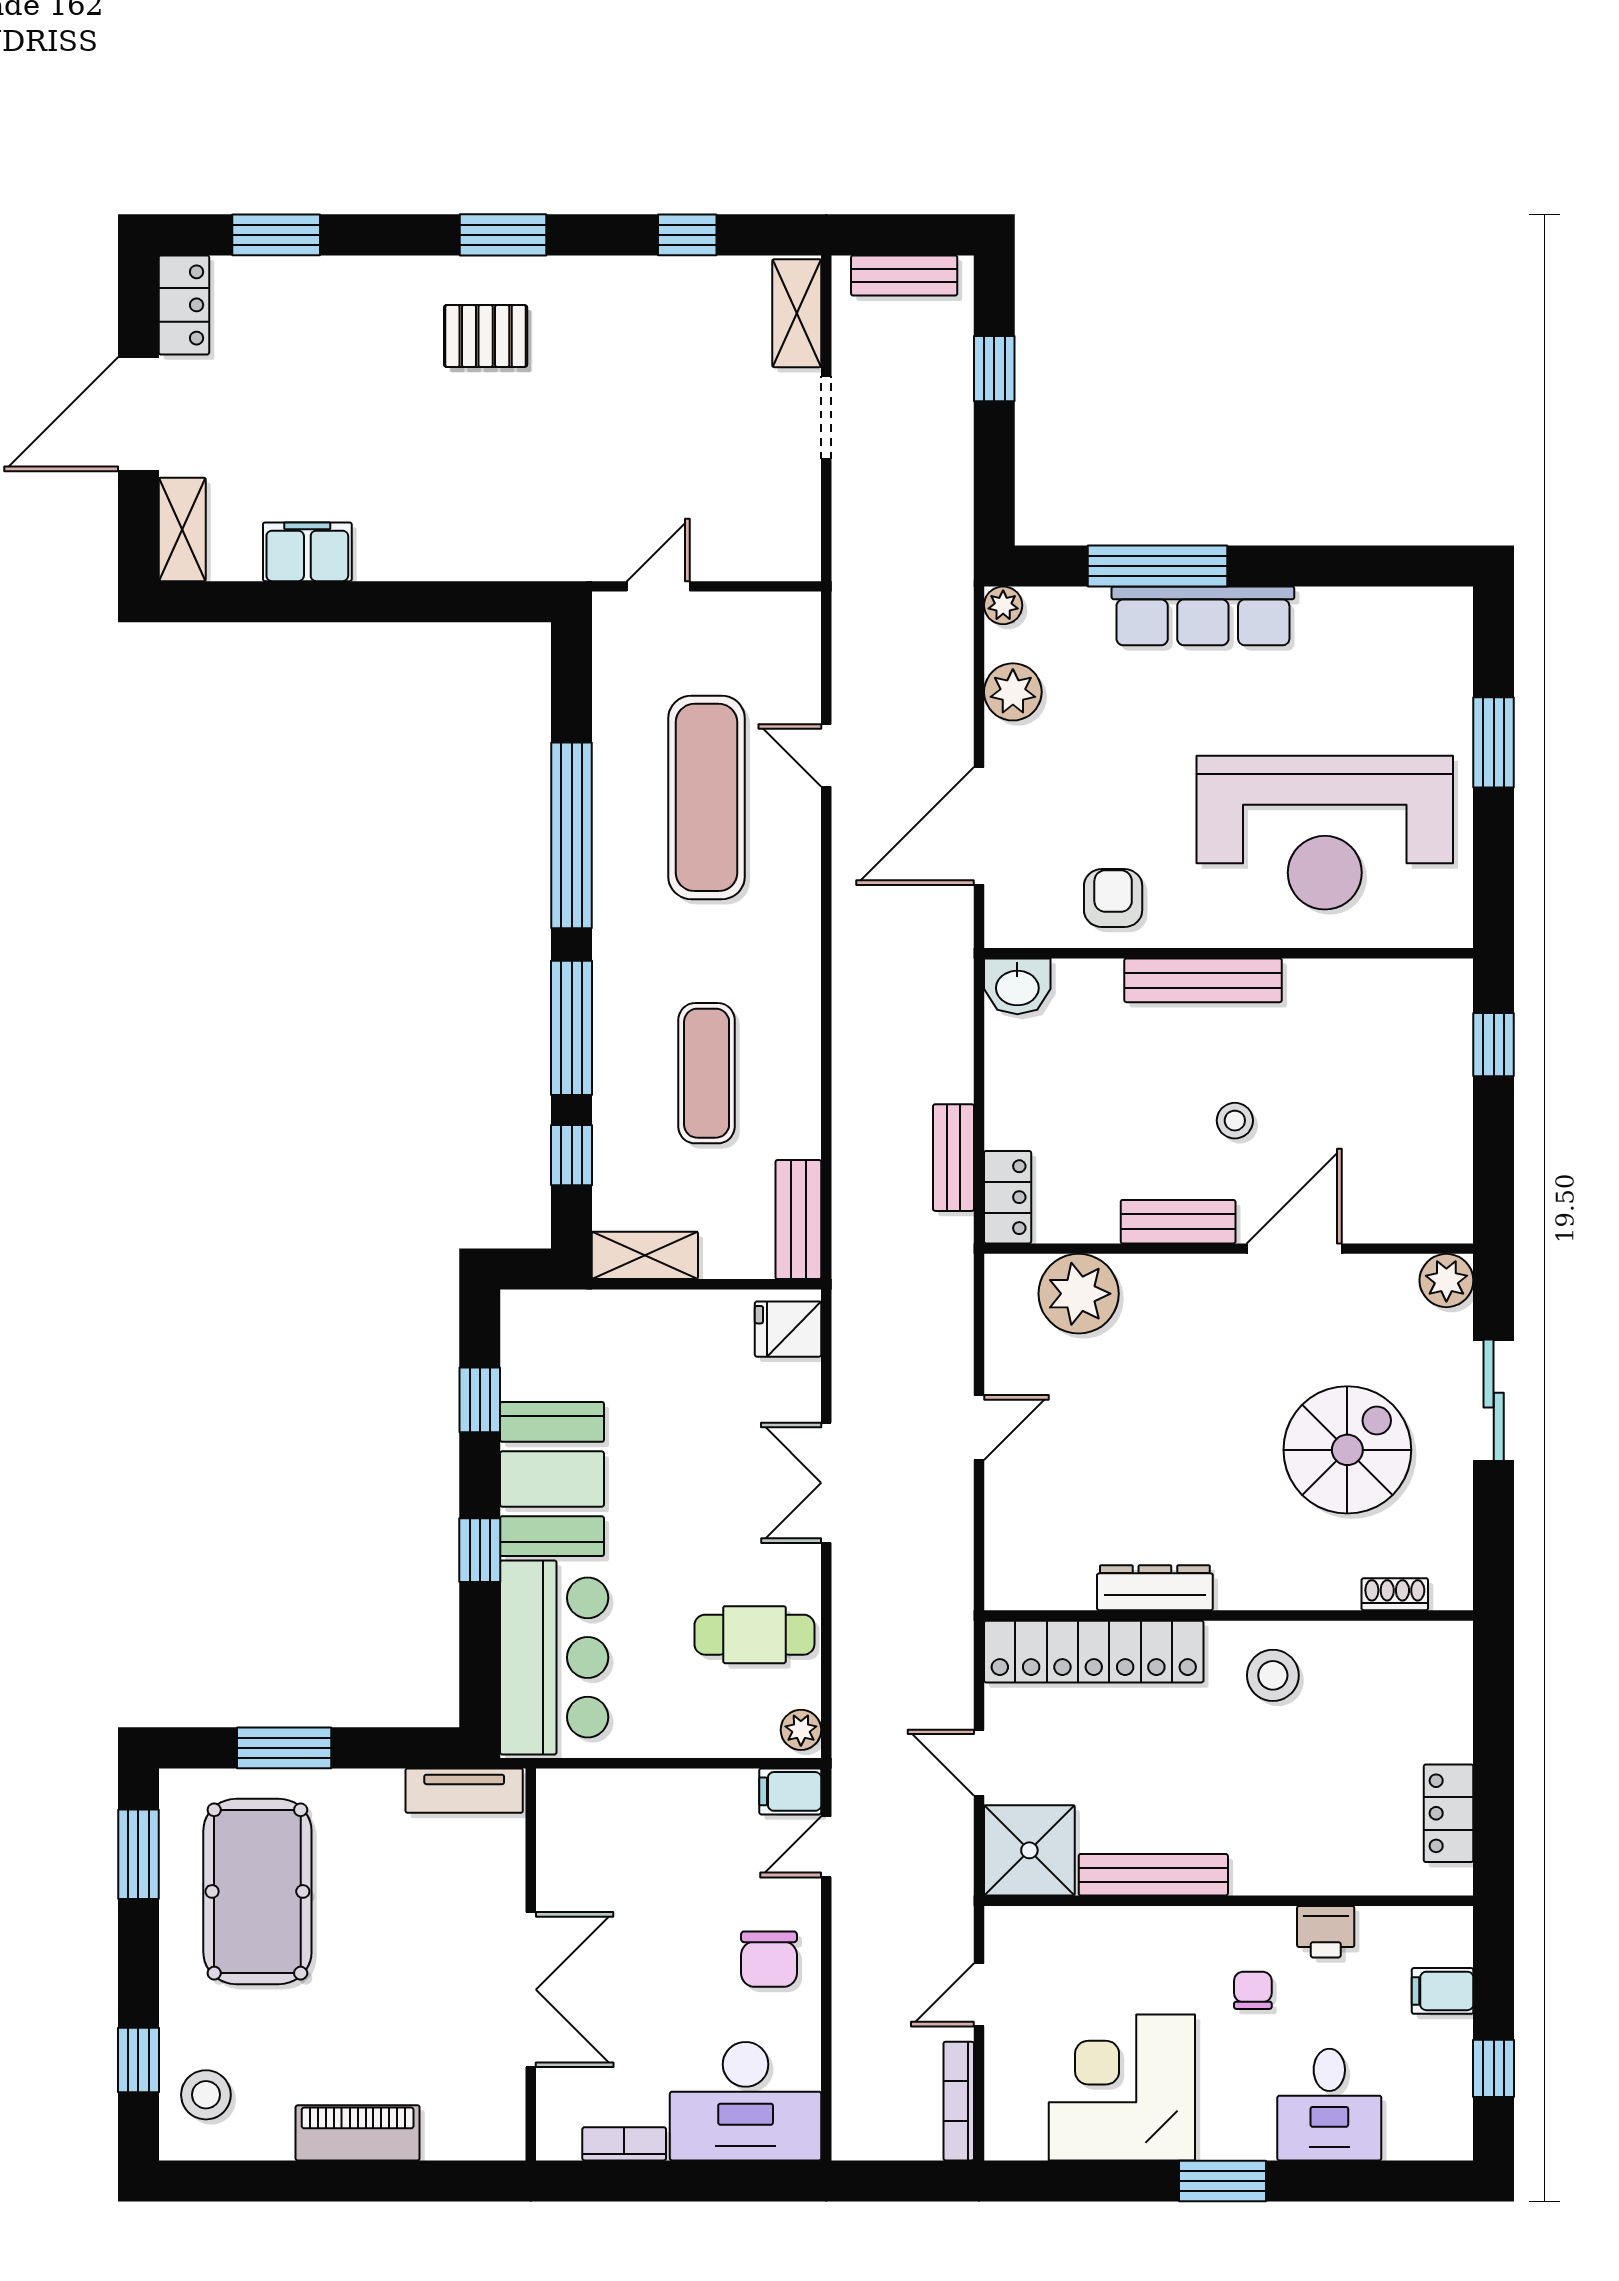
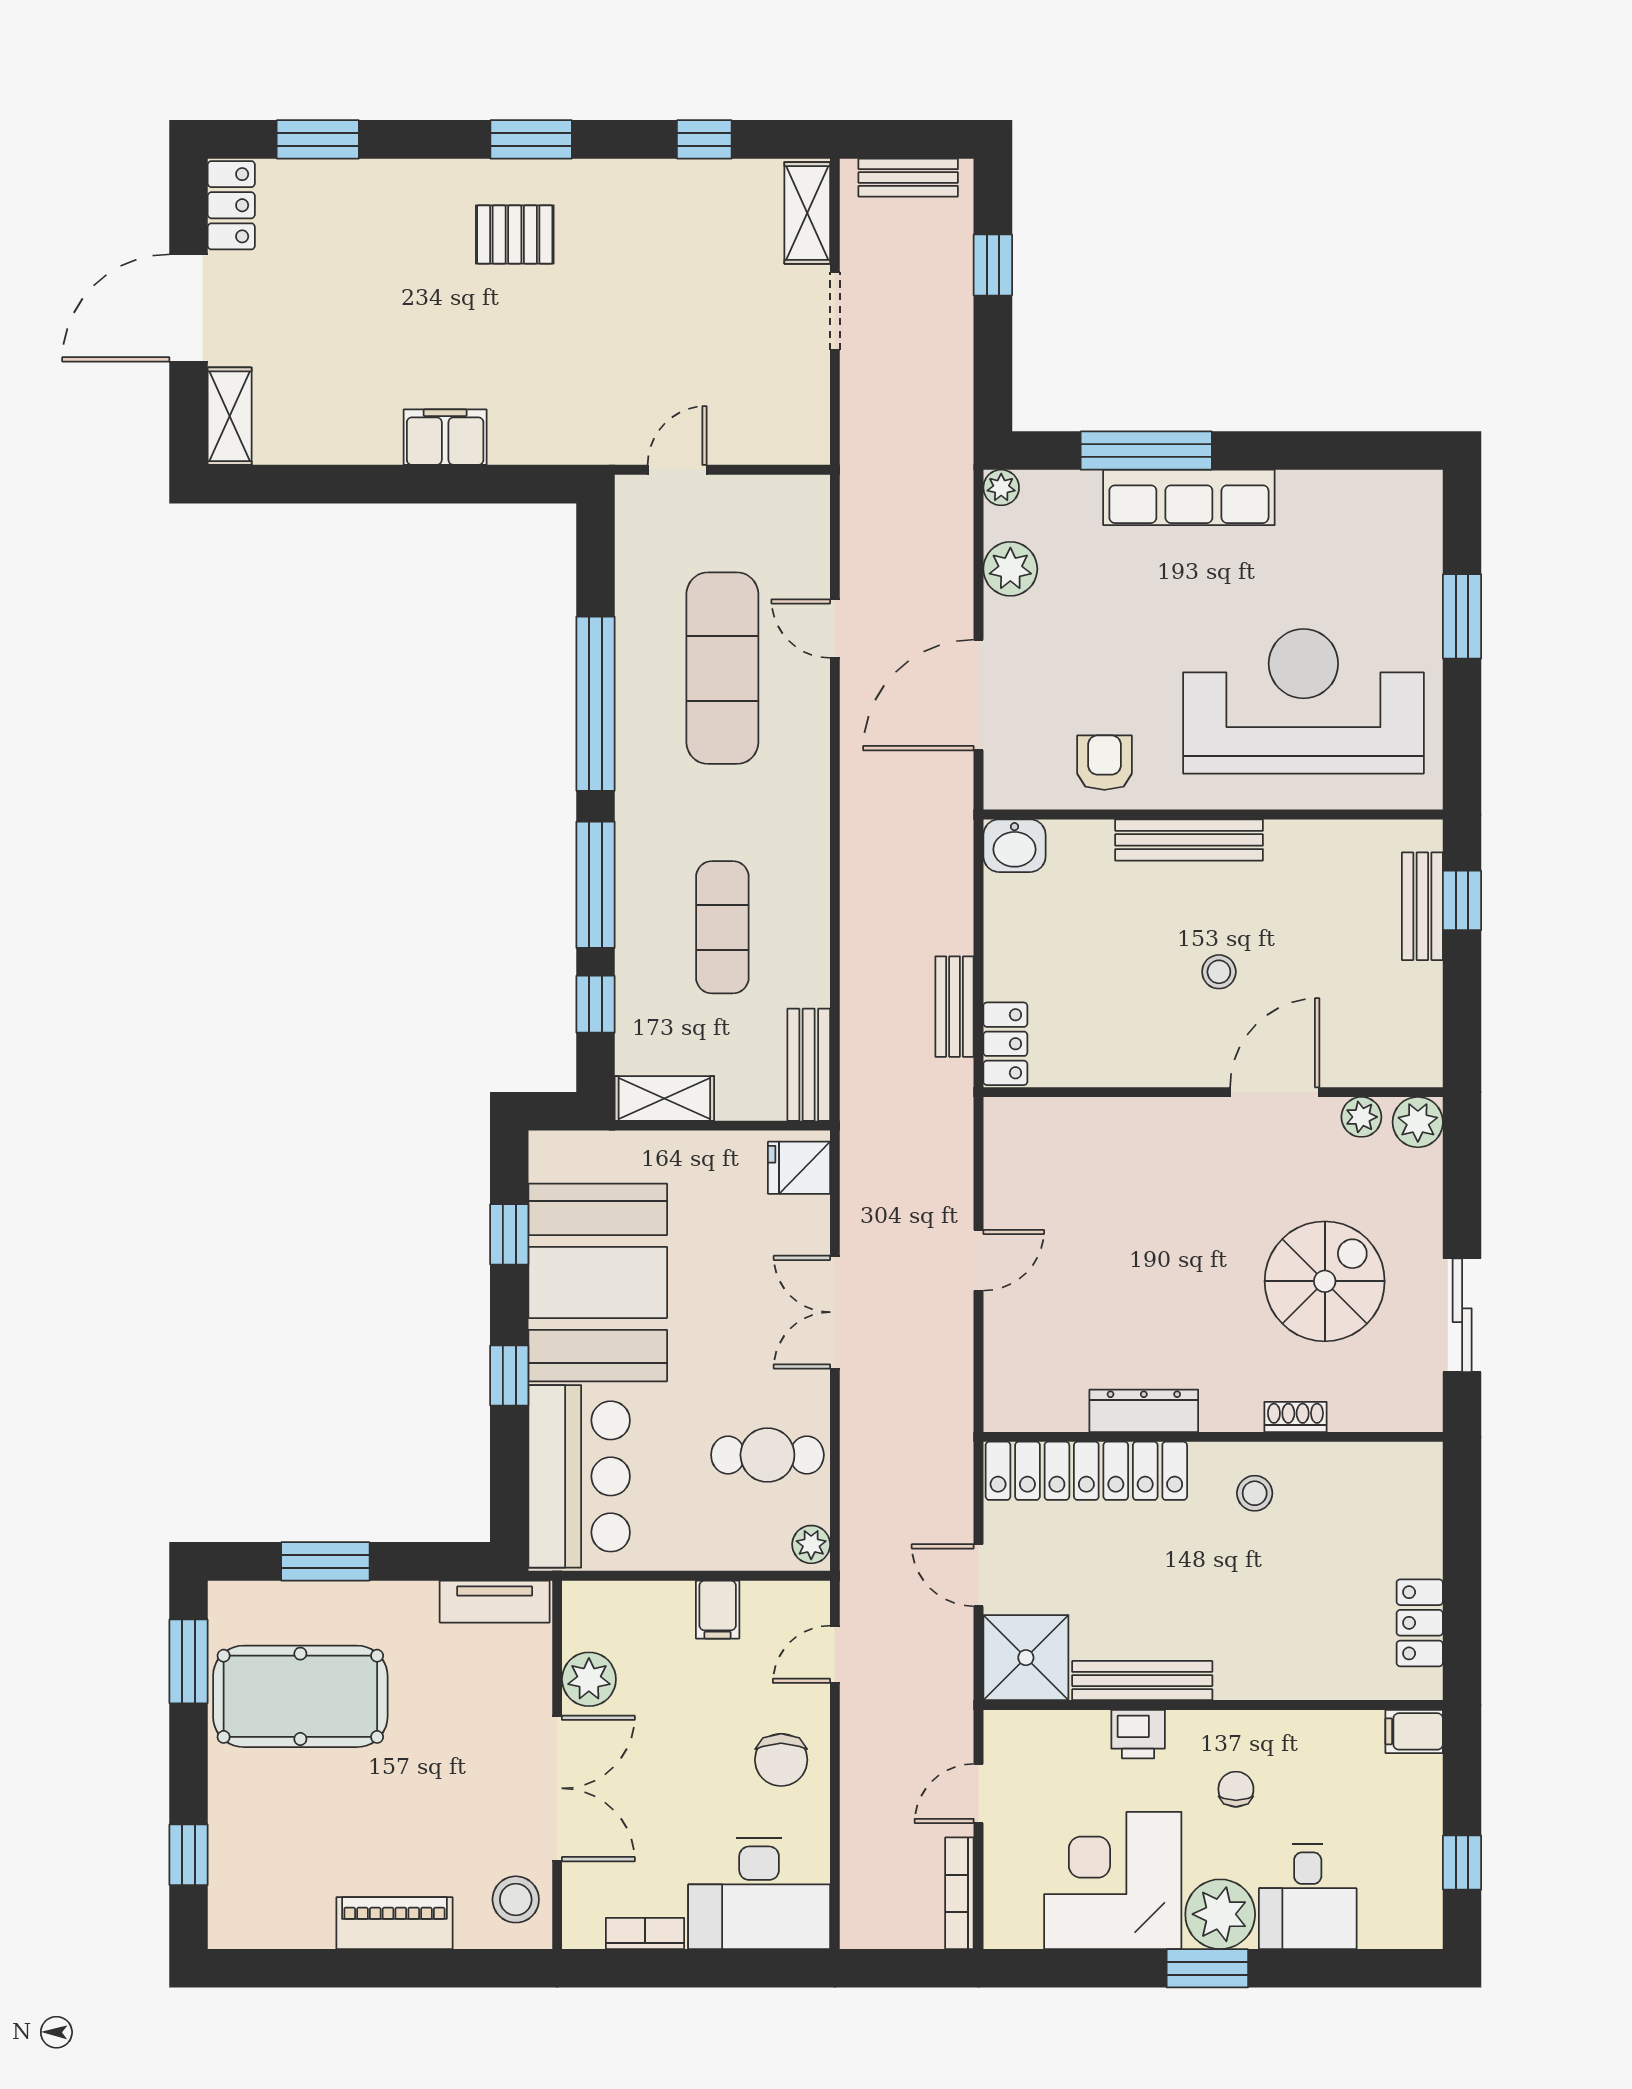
filing cabinet: (307, 552) -> (445, 437), moved
reception desk: (1325, 833) -> (1303, 701), turned 180
bench: (1178, 1222) -> (1422, 906), moved, turned 90
plant: (1079, 1294) -> (1361, 1117), moved, width x0.53, depth x0.53
sliding door: (1494, 1400) -> (1462, 1315), moved
booth: (552, 1479) -> (598, 1282), width x1.36, depth x1.42
shoe rack: (1395, 1594) -> (1295, 1417), moved
stool: (1273, 1675) -> (1255, 1493), width x0.73, depth x0.73
filing cabinet: (790, 1791) -> (718, 1610), moved, turned -90
plant: (565, 1873) -> (589, 1679), added
pool table: (257, 1891) -> (300, 1696), turned 90
printer: (1326, 1932) -> (1138, 1734), moved
filing cabinet: (1443, 1991) -> (1414, 1731), moved
stool: (206, 2095) -> (516, 1899), moved
plant: (1236, 2123) -> (1220, 1914), added

